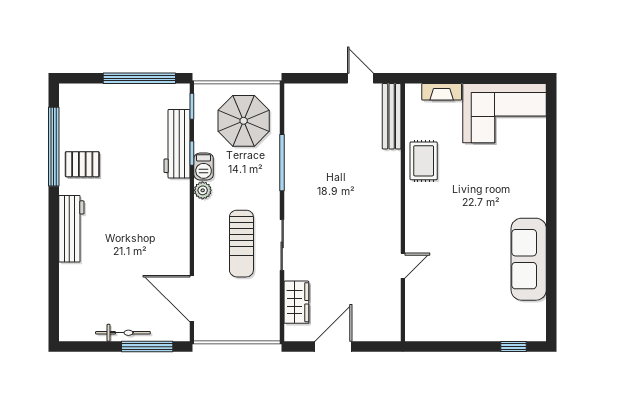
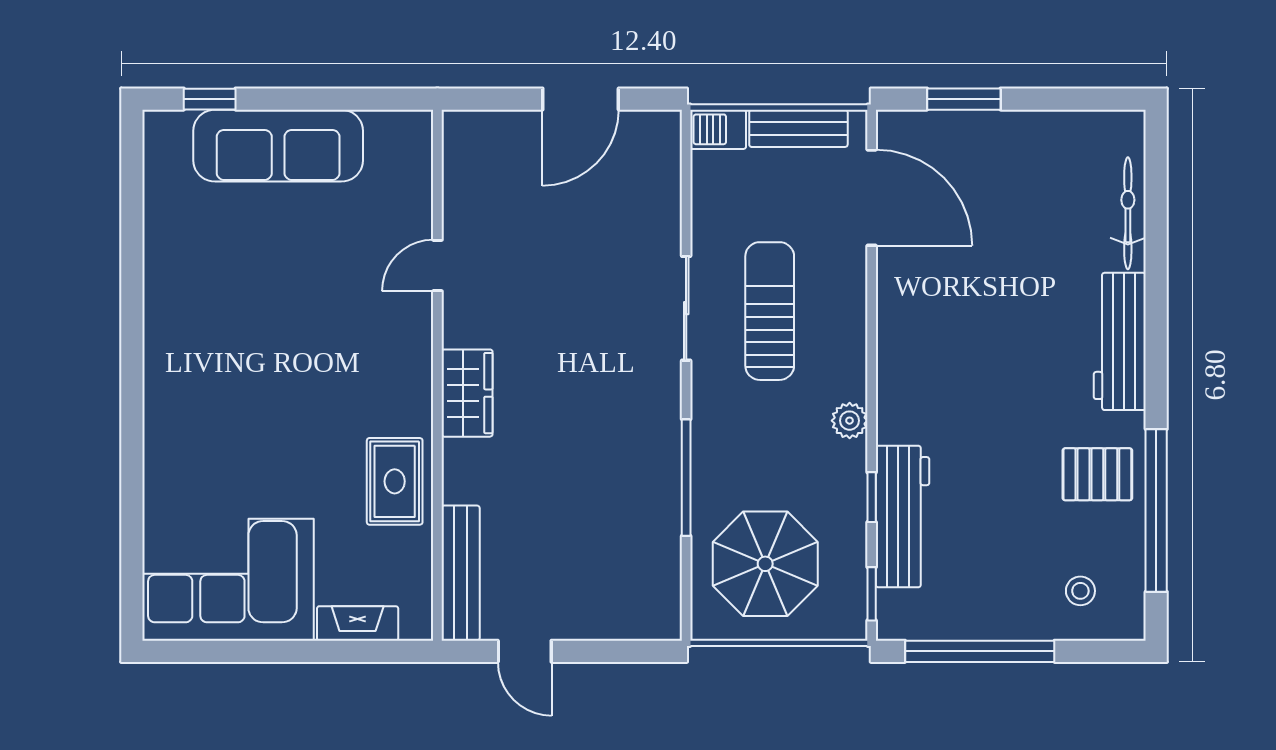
stool: (91, 108) -> (1080, 591), added
barbecue: (204, 166) -> (718, 129), moved, turned -90
sofa: (529, 259) -> (278, 146), moved, turned 90
wardrobe: (296, 302) -> (467, 393), moved, turned 180
bench: (227, 332) -> (798, 128), added
bicycle: (123, 333) -> (1128, 213), moved, turned 90
window: (147, 347) -> (964, 99), width x0.69

